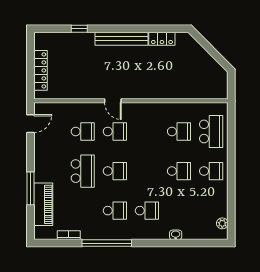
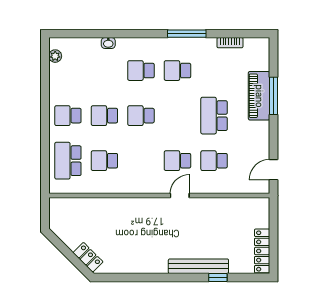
bench: (122, 39) -> (198, 266), moved
locker: (162, 39) -> (88, 257), moved, turned 45
locker: (41, 70) -> (262, 251), moved
door: (113, 101) -> (180, 196), hinge flipped
school desk: (115, 171) -> (141, 116), moved
piano: (43, 204) -> (259, 96), moved
window: (107, 243) -> (187, 34), width x0.68

